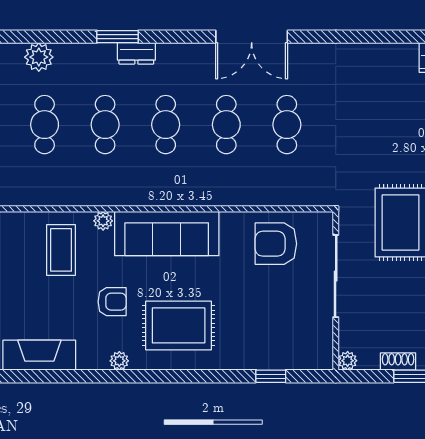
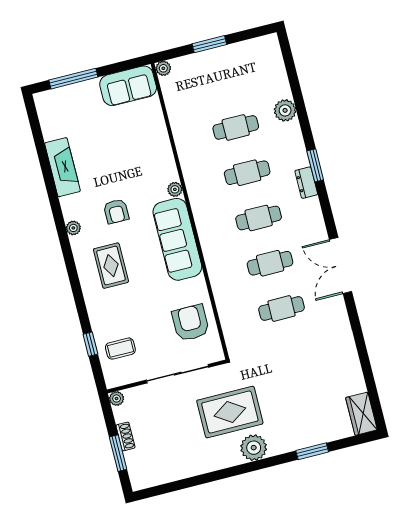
coffee table: (61, 250) -> (120, 349), moved, width x0.73, depth x0.77
rug: (179, 325) -> (111, 266), width x0.73, depth x0.70

